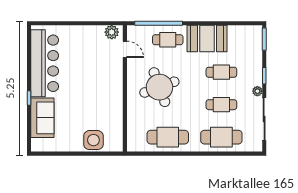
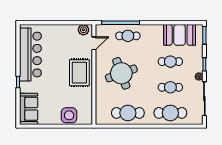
booth: (207, 38) -> (180, 35), moved
door: (125, 49) -> (94, 43), hinge flipped
rug: (107, 86) -> (79, 73), added
sofa: (42, 118) -> (29, 109), moved

